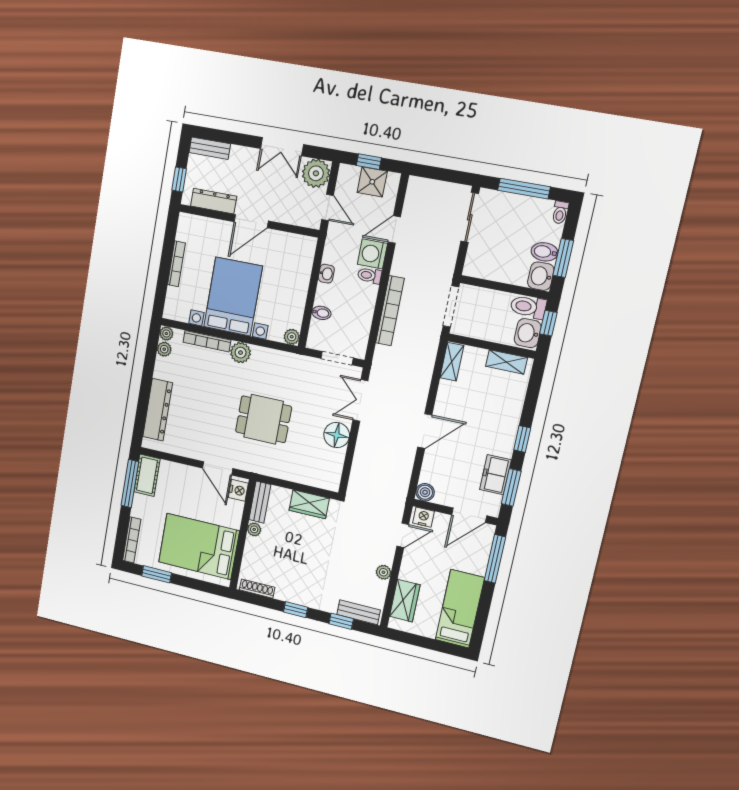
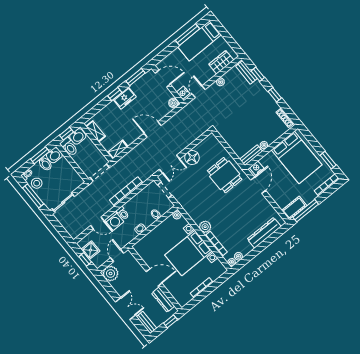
double door: (282, 147) -> (125, 308), moved
stool: (534, 212) -> (37, 183), added
dining table: (263, 419) -> (225, 175), moved
freezer: (495, 475) -> (125, 98), moved
wardrobe: (309, 504) -> (229, 137), removed
door: (403, 535) -> (199, 92), hinge flipped
window: (495, 559) -> (187, 35), moved

